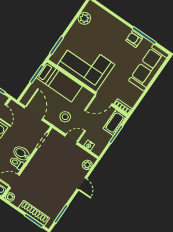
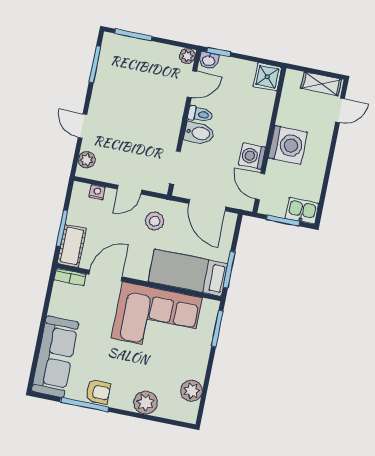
plant: (111, 23) -> (145, 403), added
shoe rack: (34, 213) -> (138, 47), removed

